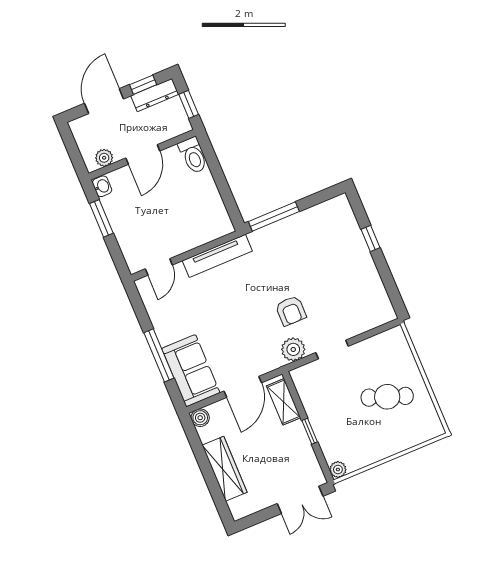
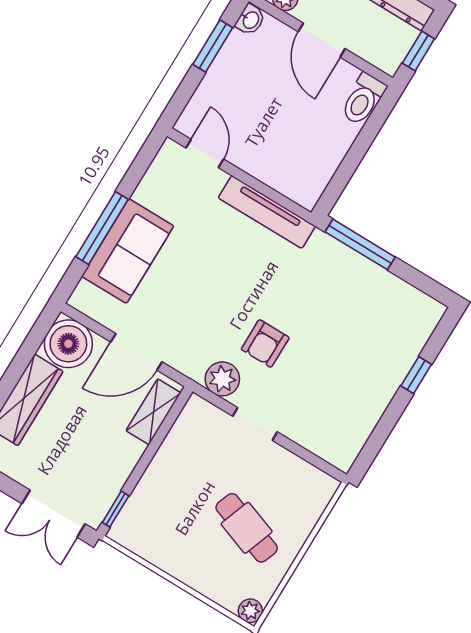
door: (143, 154) -> (322, 40), hinge flipped
door: (159, 267) -> (205, 153), swing flipped
sofa: (191, 371) -> (128, 251), moved
boiler: (200, 418) -> (68, 344), width x1.86, depth x1.86
window: (310, 431) -> (116, 509), moved
plant: (338, 470) -> (250, 611), moved

